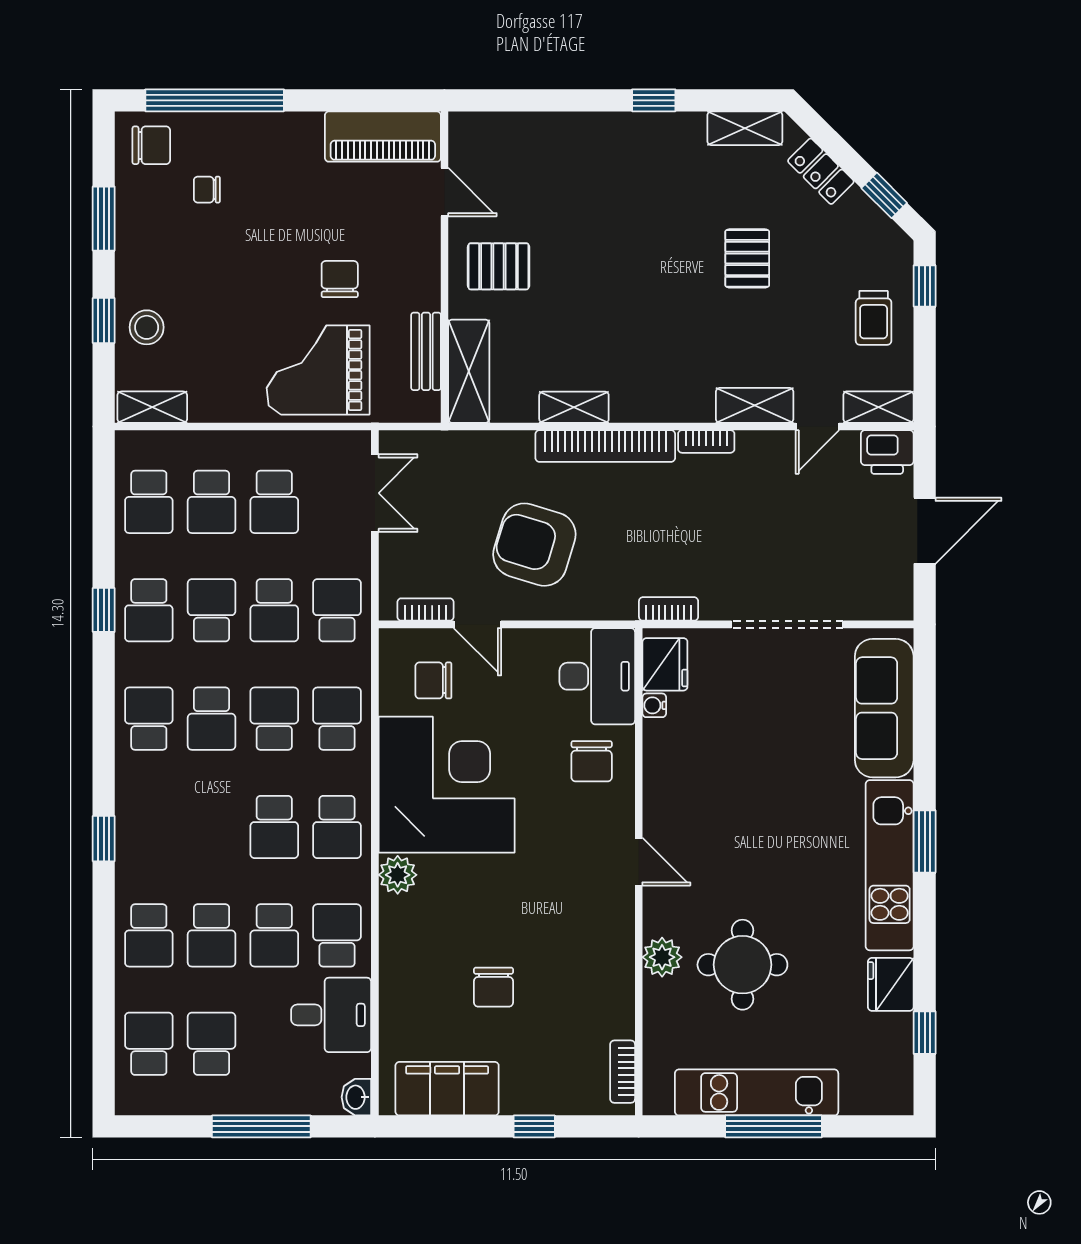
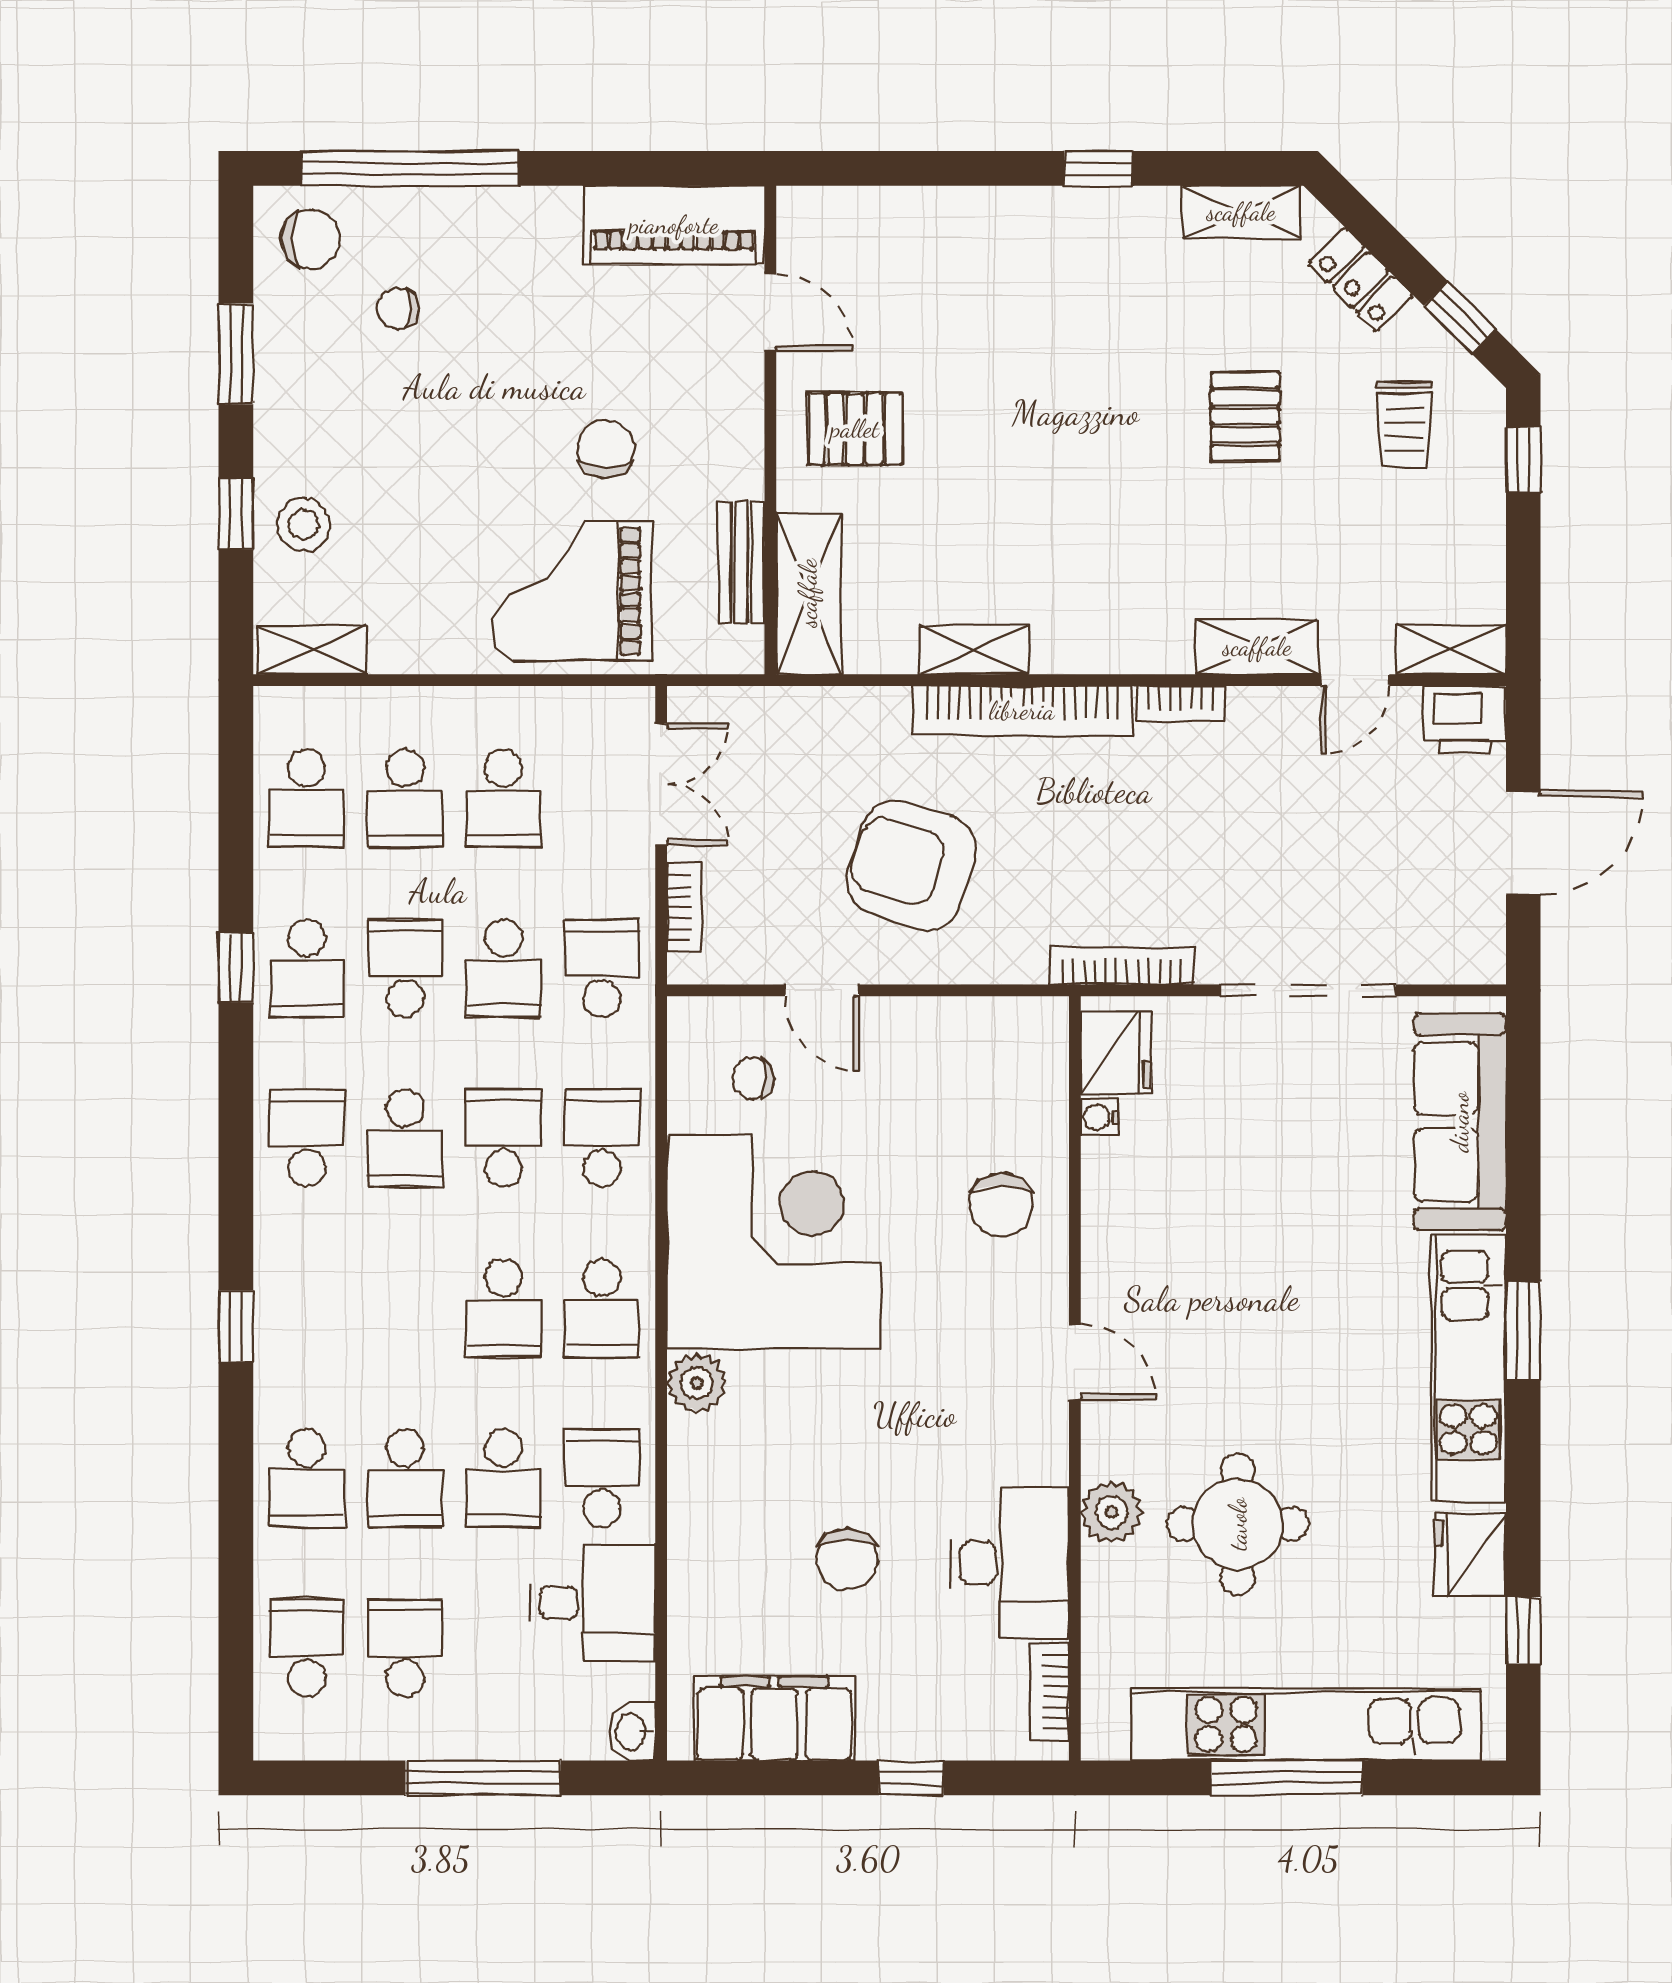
trolley: (874, 318) -> (1404, 424), moved
bookcase: (669, 609) -> (1122, 966), width x1.56
bookcase: (425, 610) -> (684, 908), moved, turned 90
desk: (597, 676) -> (1010, 1563), moved
chair: (433, 680) -> (753, 1078), width x0.73, depth x0.73
kitchen unit: (757, 1092) -> (1306, 1724), width x1.36

